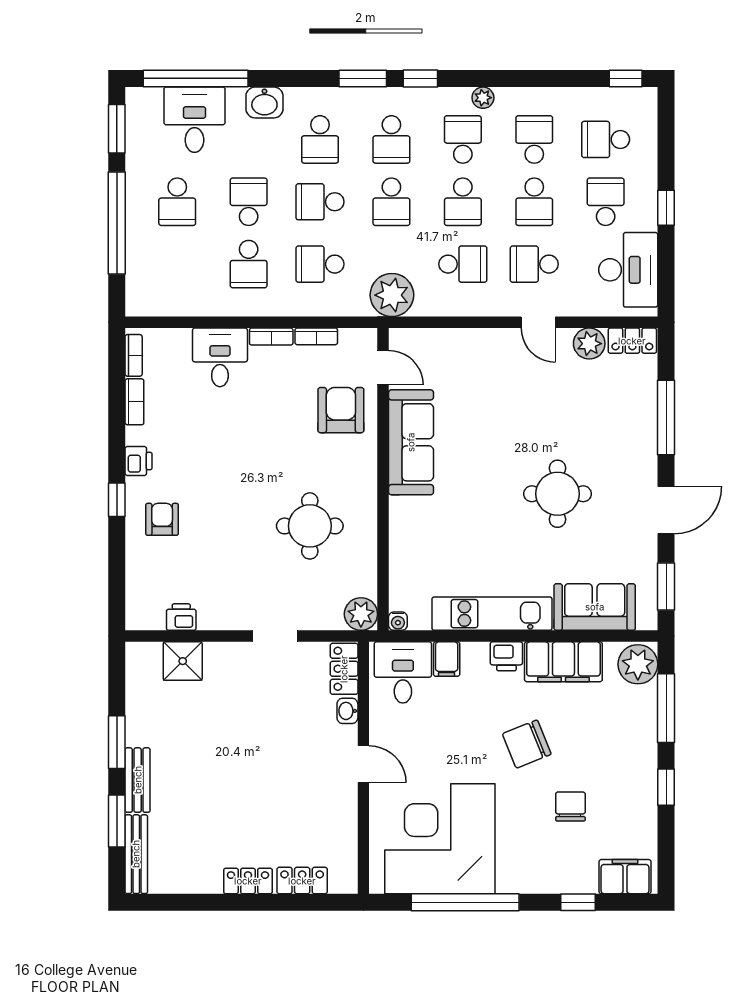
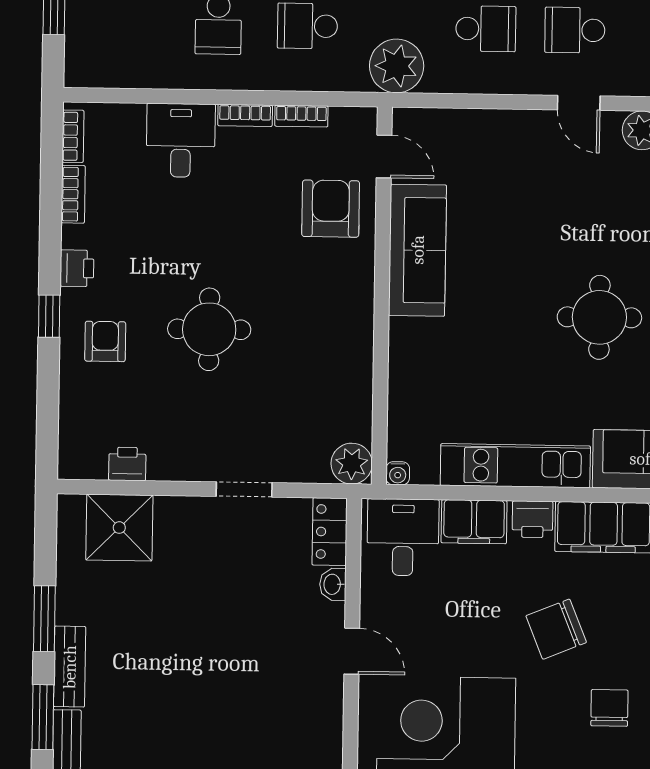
round table: (310, 526) -> (209, 329), moved
filing cabinet: (447, 659) -> (474, 522), width x2.00
shower: (183, 661) -> (119, 528), width x1.36, depth x1.36

